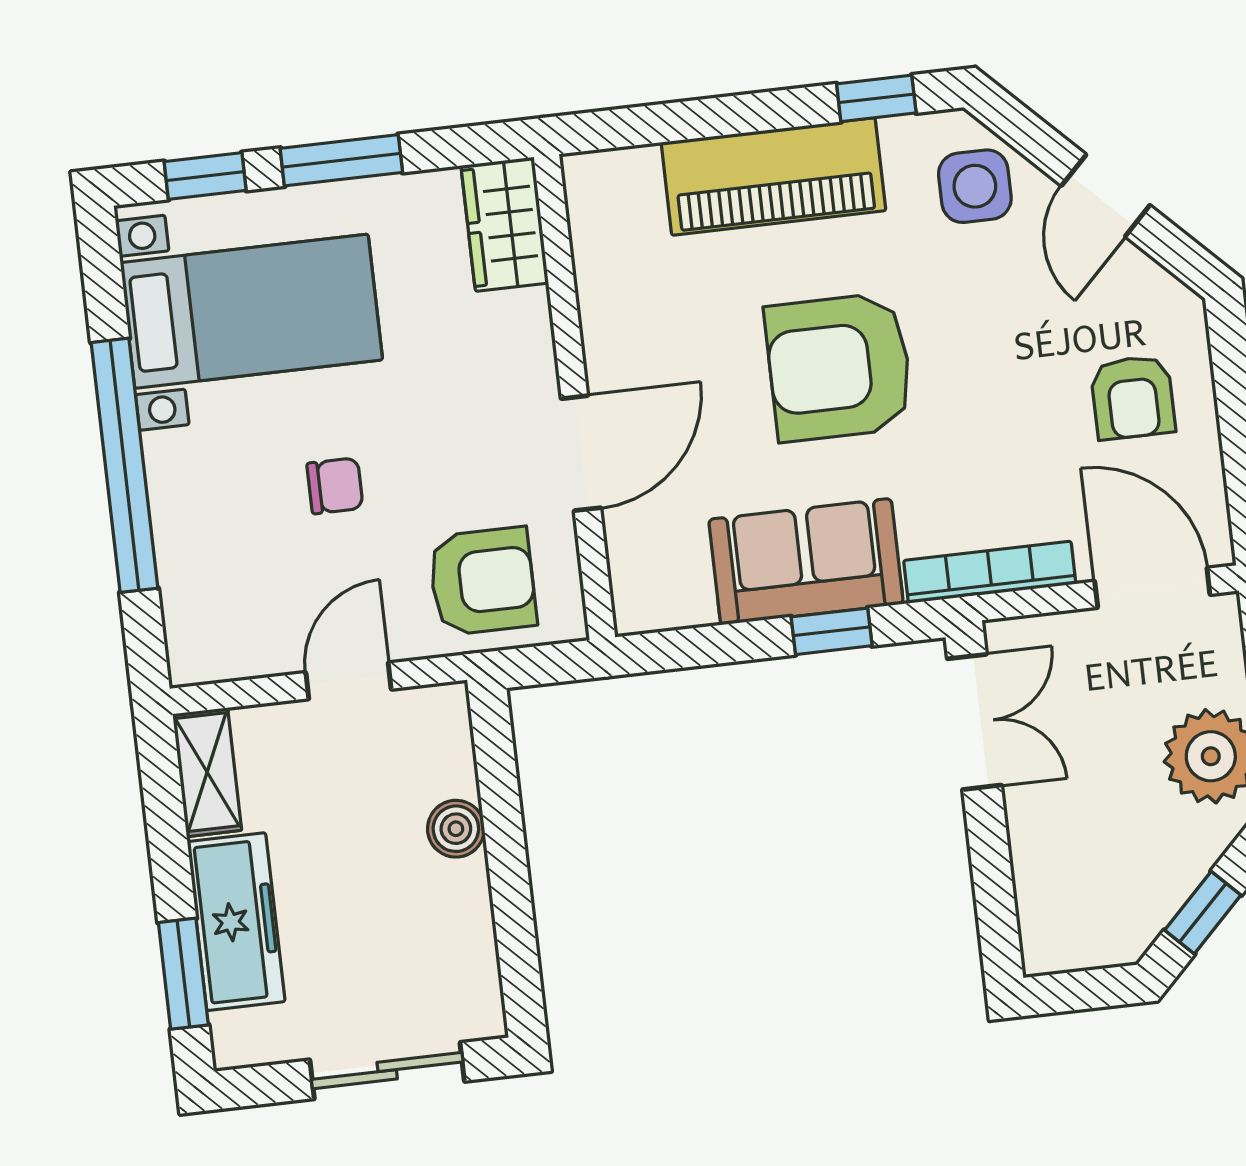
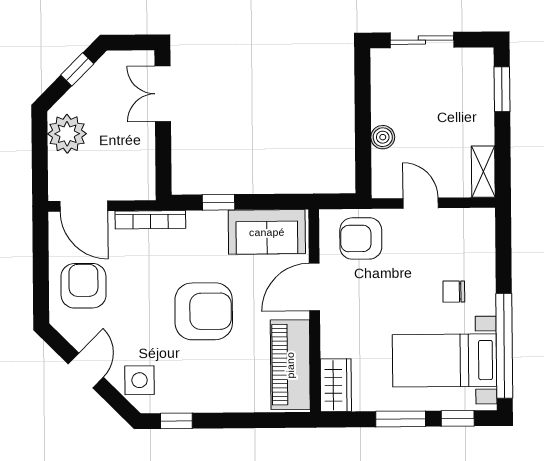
piano: (773, 176) -> (290, 365), moved, turned -90
armchair: (1133, 397) -> (83, 286), width x1.38, depth x1.38
window: (125, 465) -> (504, 346), moved
chair: (335, 486) -> (454, 292), moved
sofa: (806, 562) -> (267, 232), moved
door: (349, 681) -> (421, 203), swing flipped
double door: (974, 722) -> (163, 94), moved
freezer: (236, 922) -> (478, 108), removed

